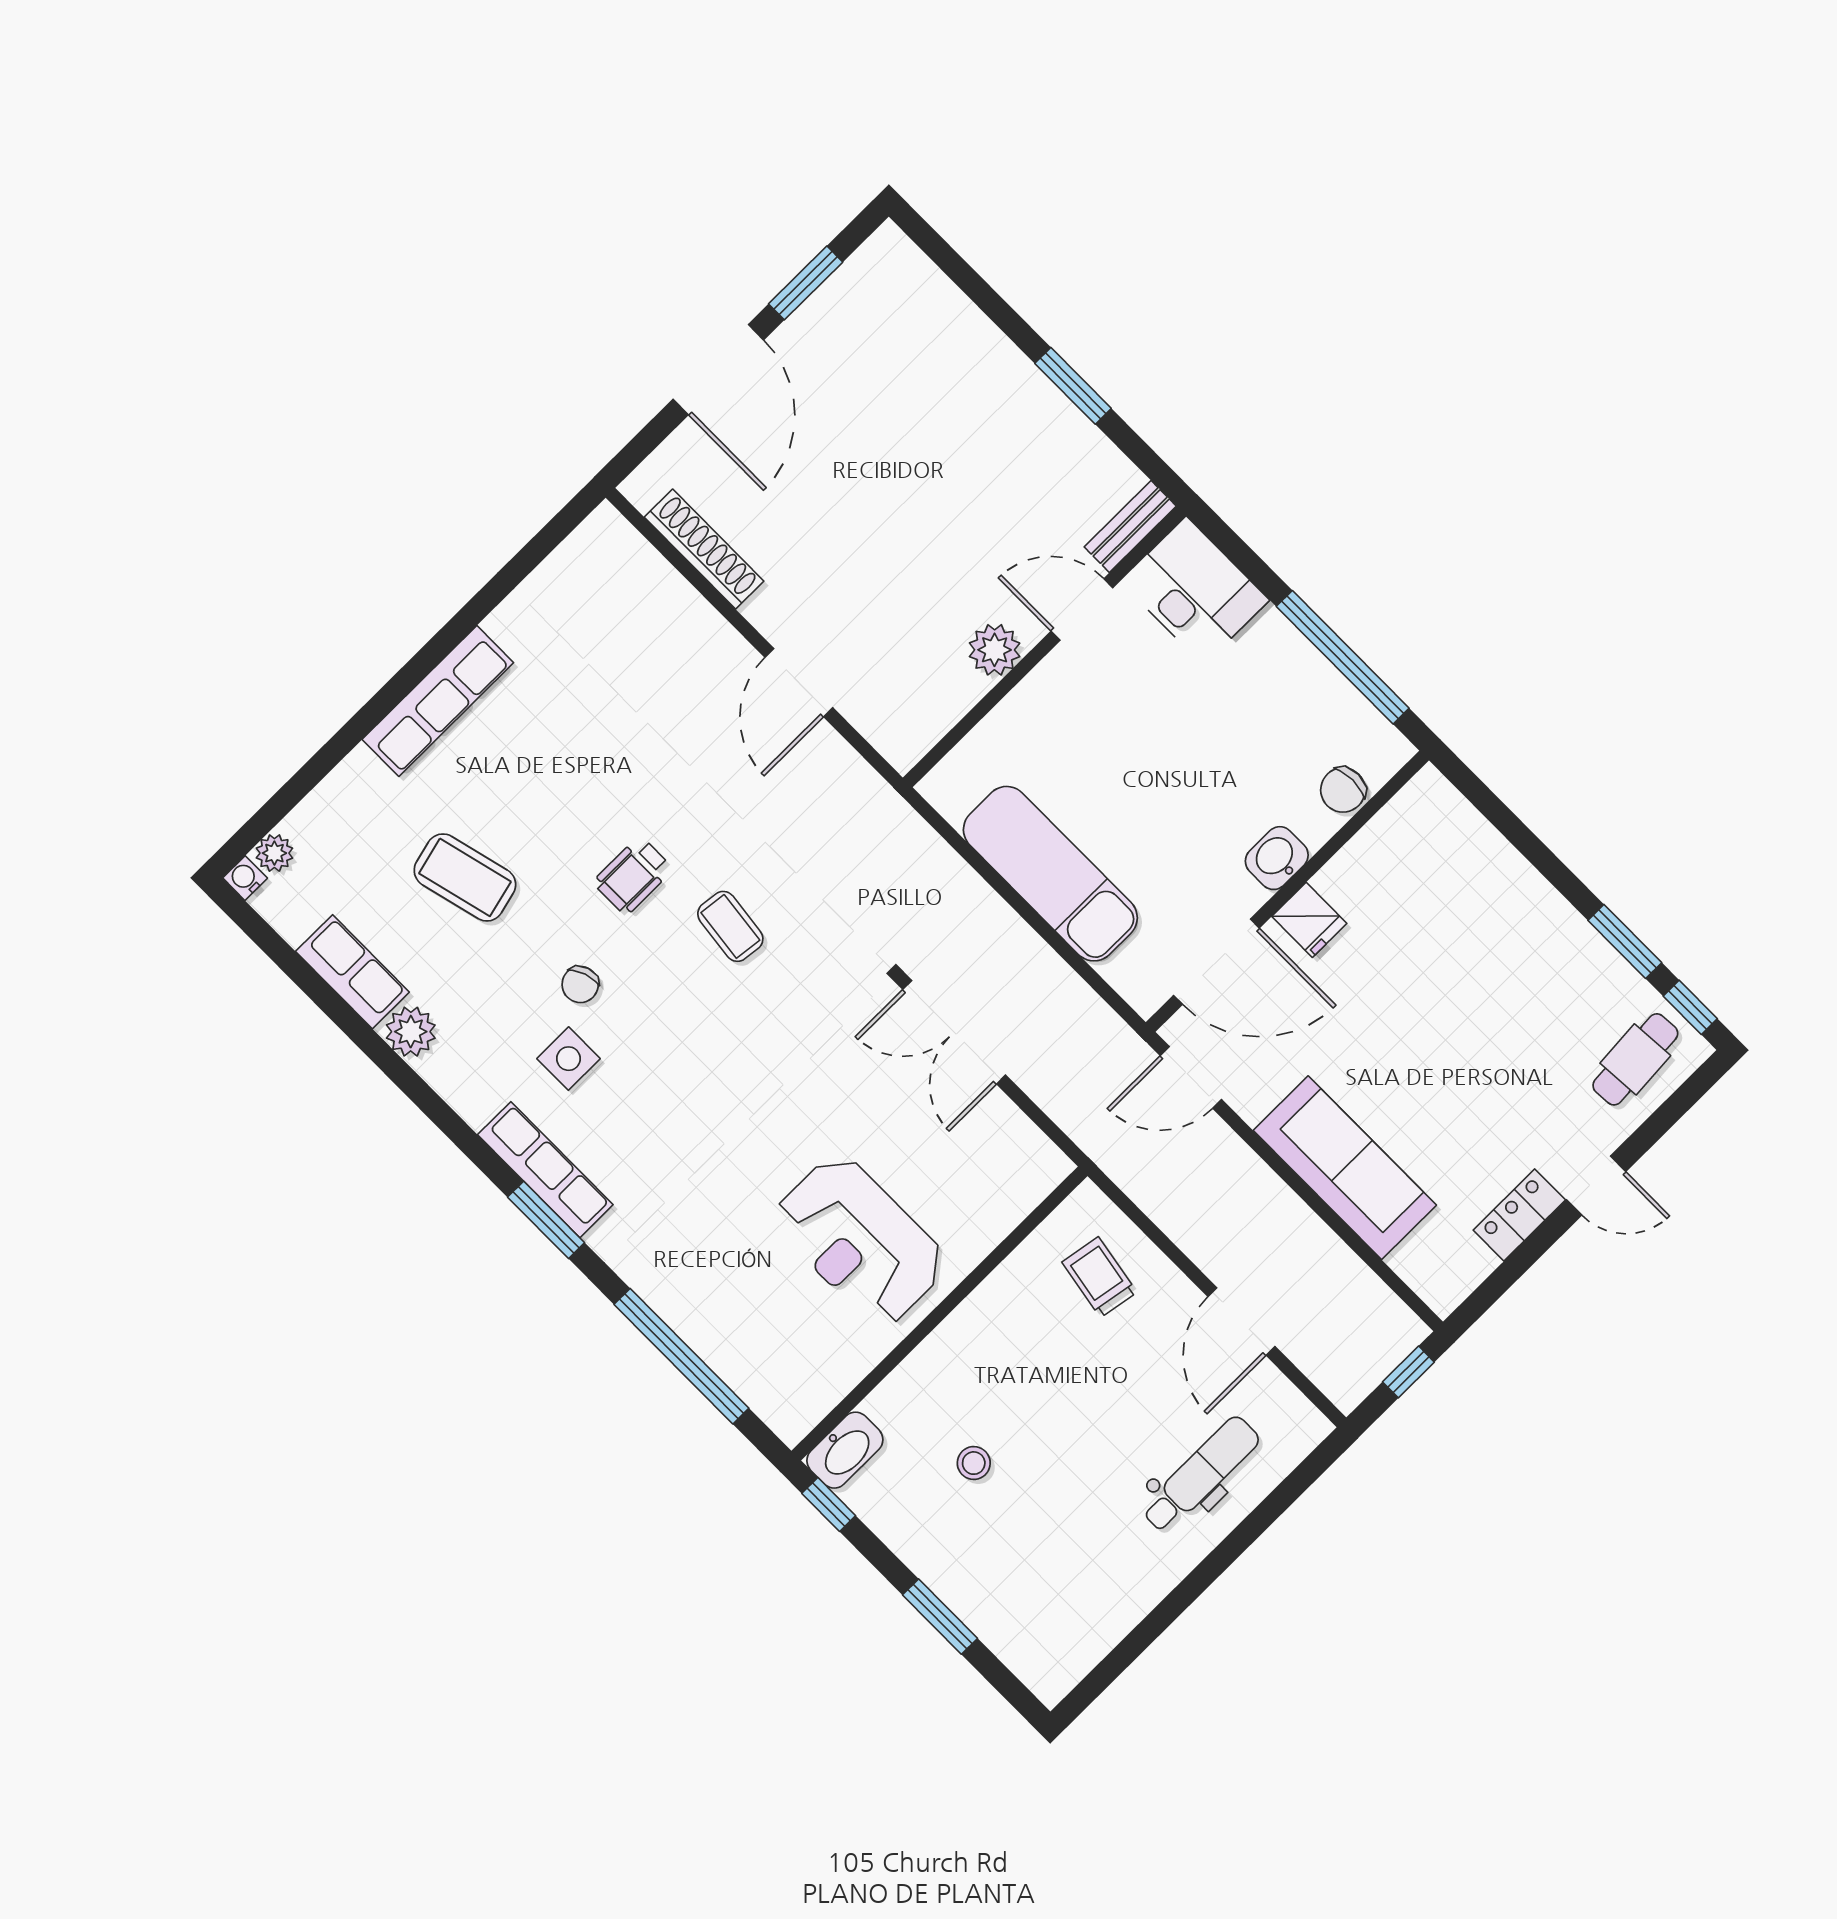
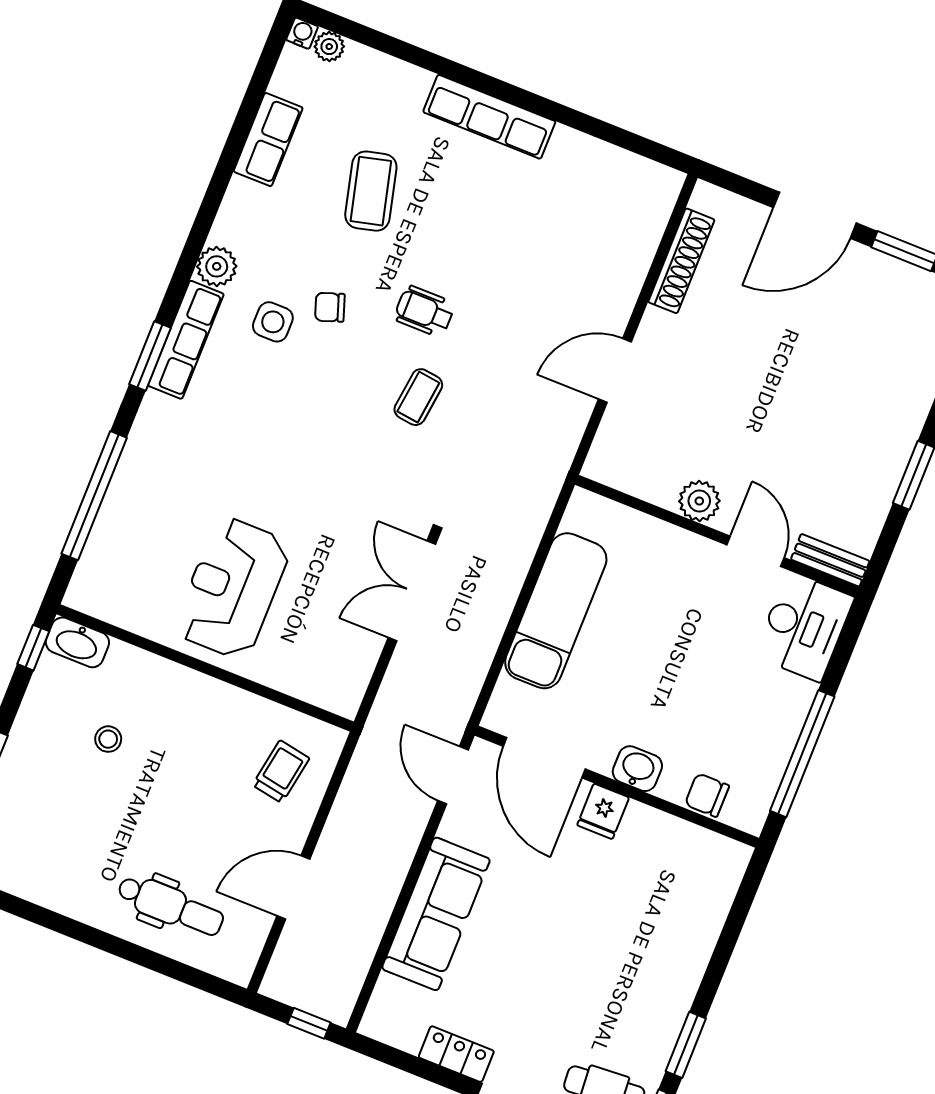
plant: (411, 1032) -> (217, 266), moved

